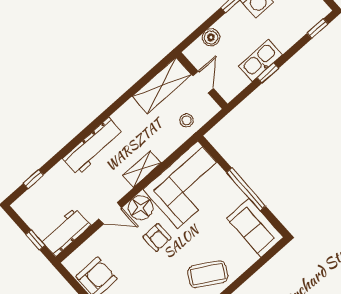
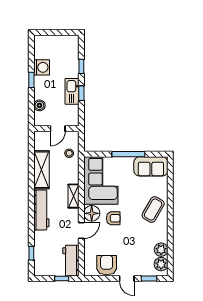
window: (318, 29) -> (81, 66), moved
door: (203, 82) -> (58, 129), swing flipped
shelving: (162, 86) -> (41, 170), moved

